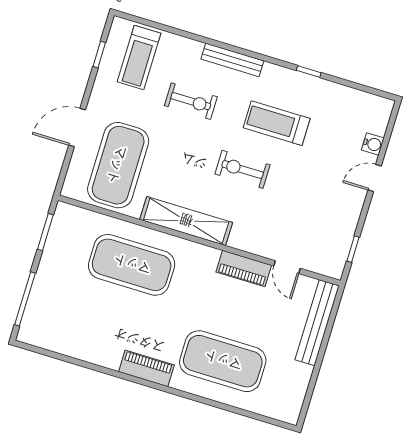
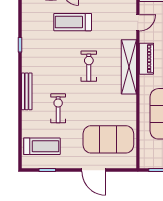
treadmill: (277, 123) -> (73, 22), moved, turned 90
exercise bike: (243, 169) -> (89, 66), turned 180
shelving: (186, 221) -> (129, 67), moved
piano: (244, 269) -> (146, 59), moved

